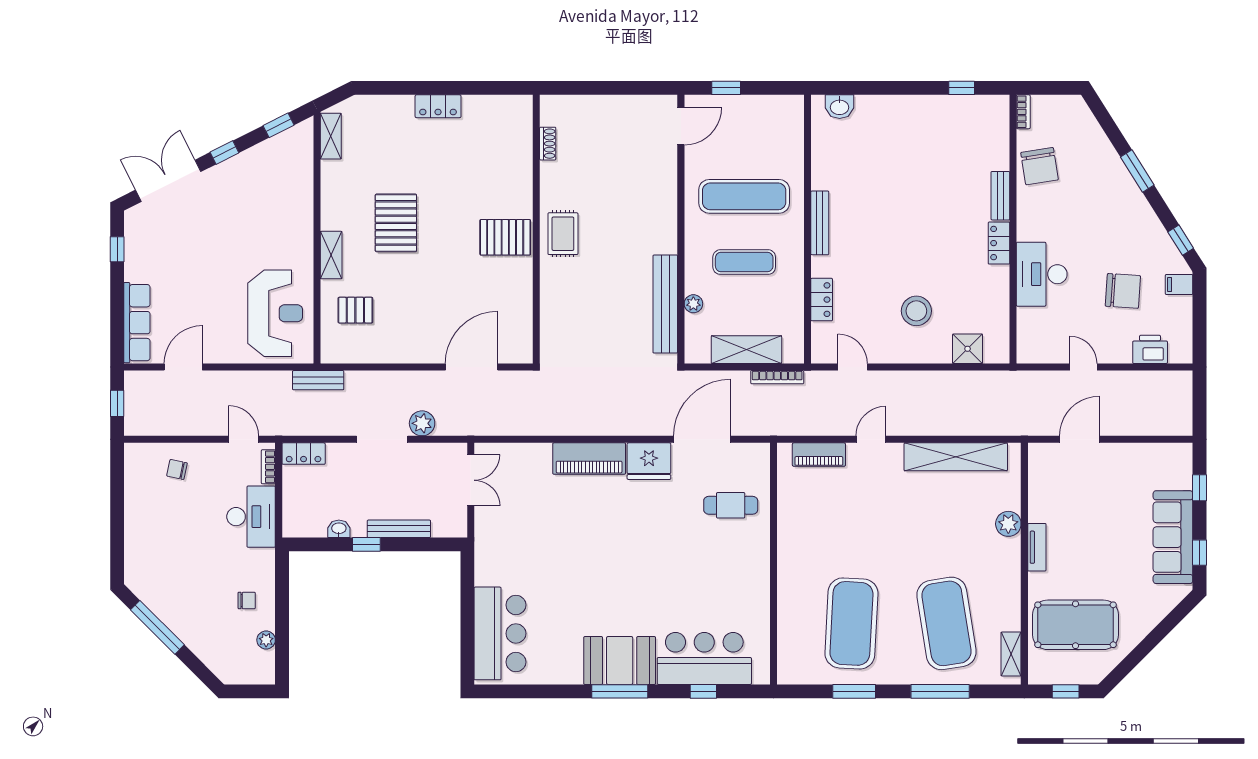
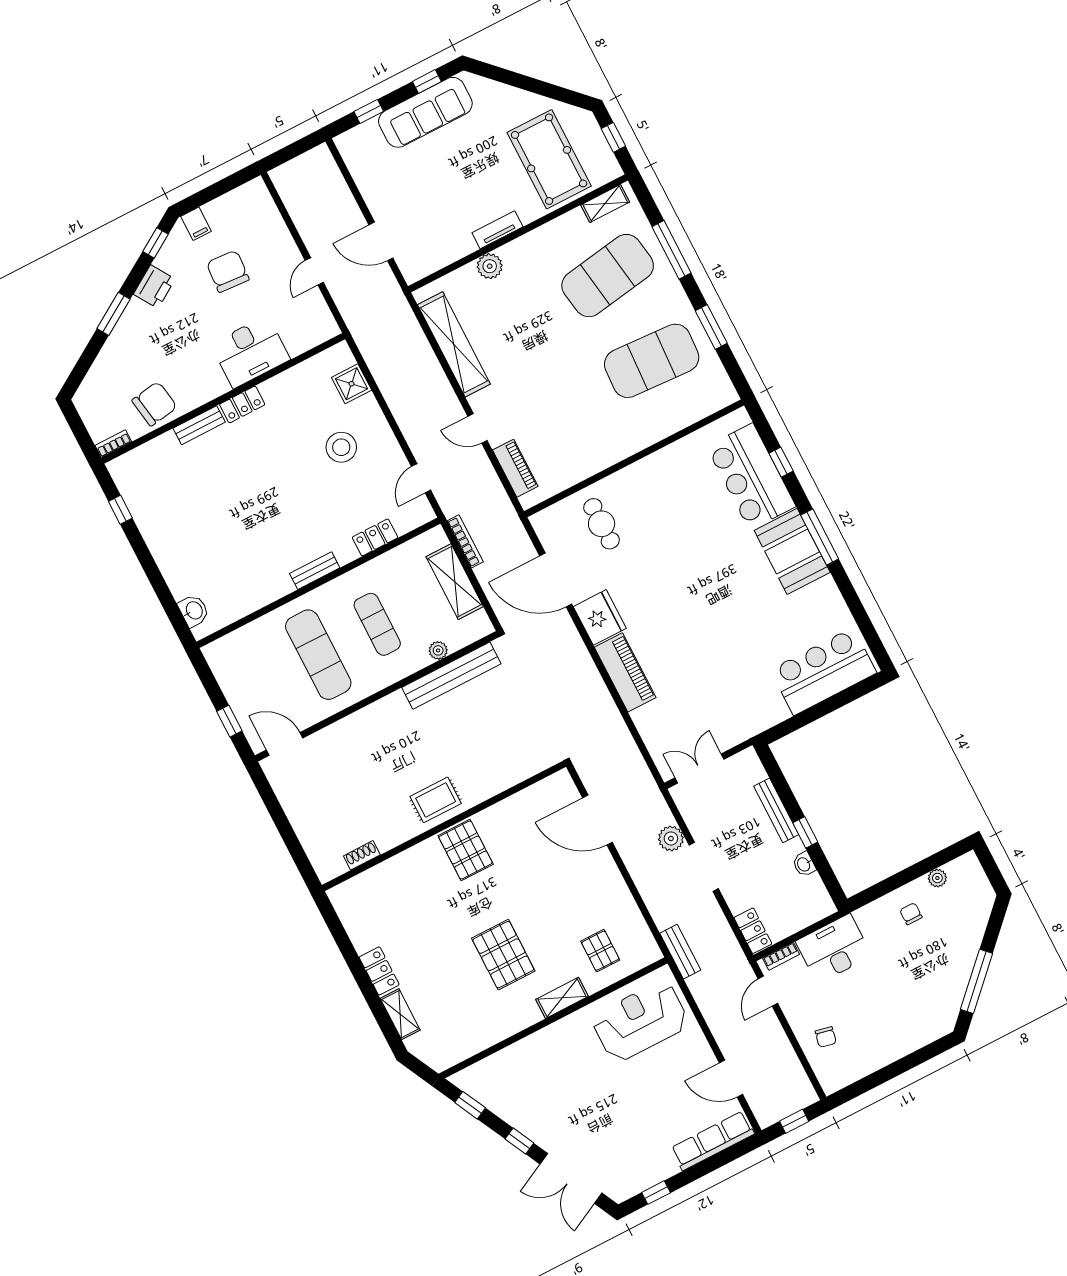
shelving: (331, 136) -> (400, 1014), moved, turned 90
pallet: (396, 223) -> (503, 955), turned 90
bench: (820, 223) -> (315, 571), width x0.73
printer: (1150, 349) -> (154, 287), moved, turned -122

